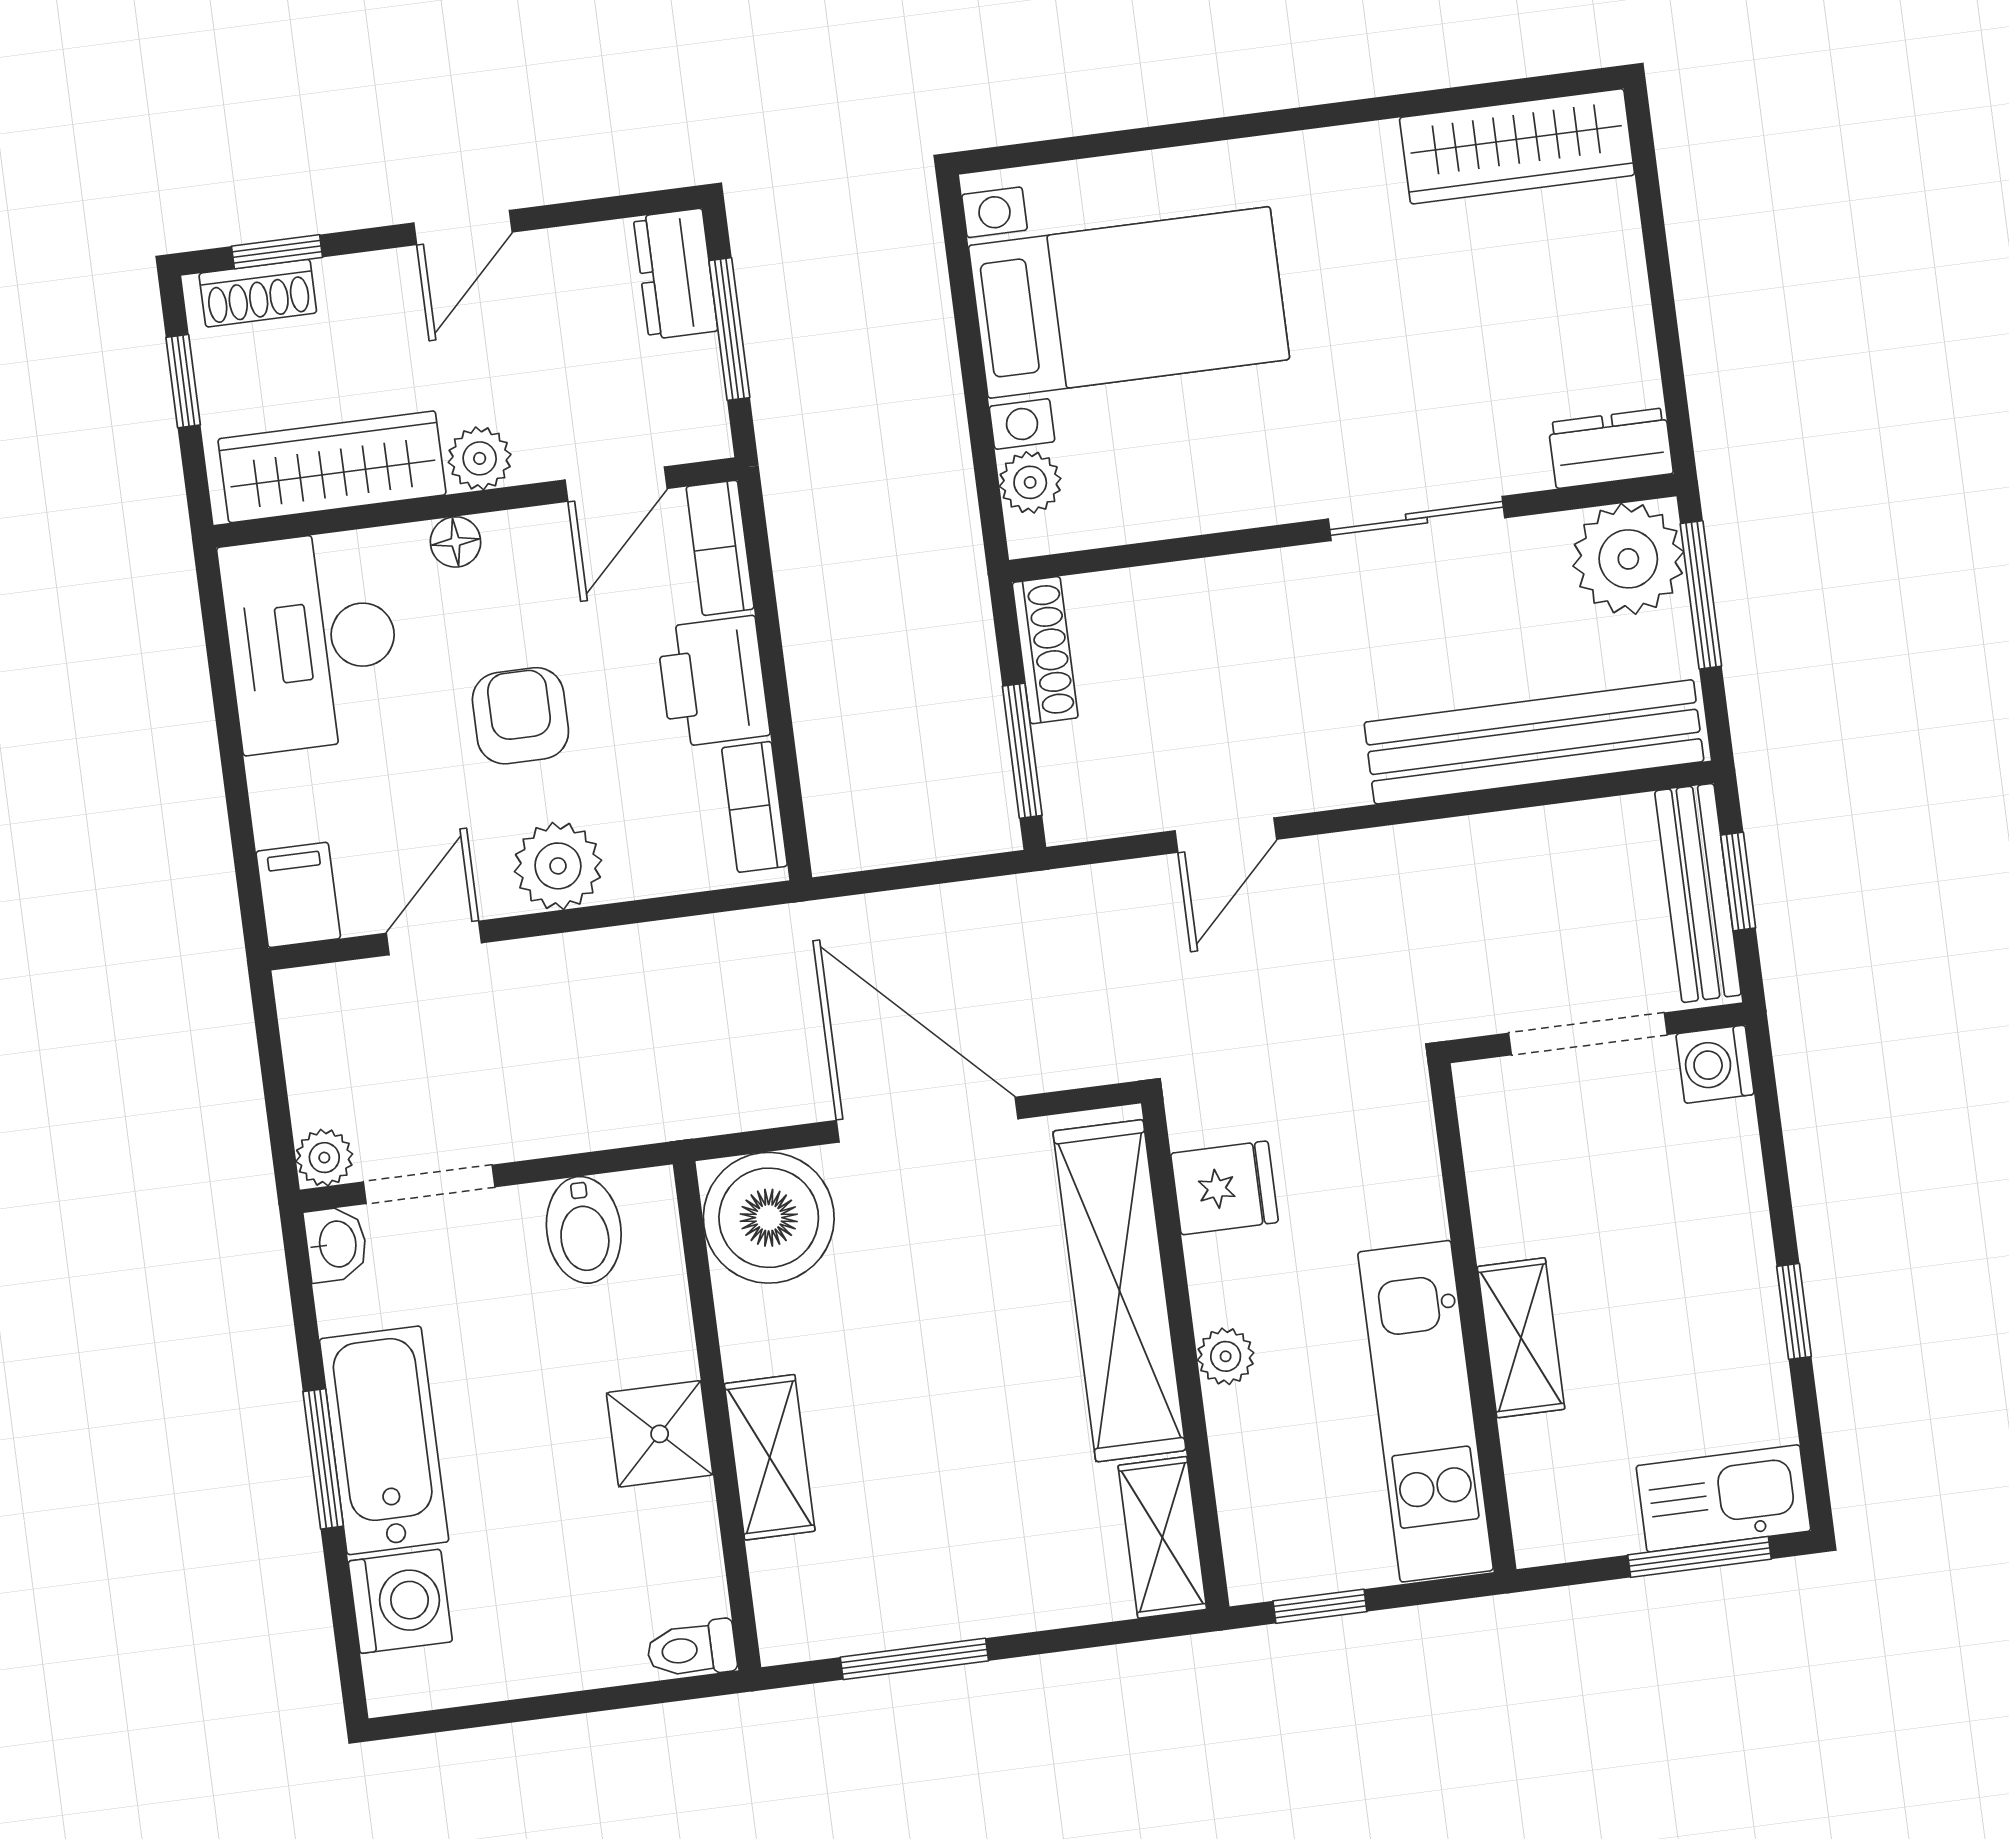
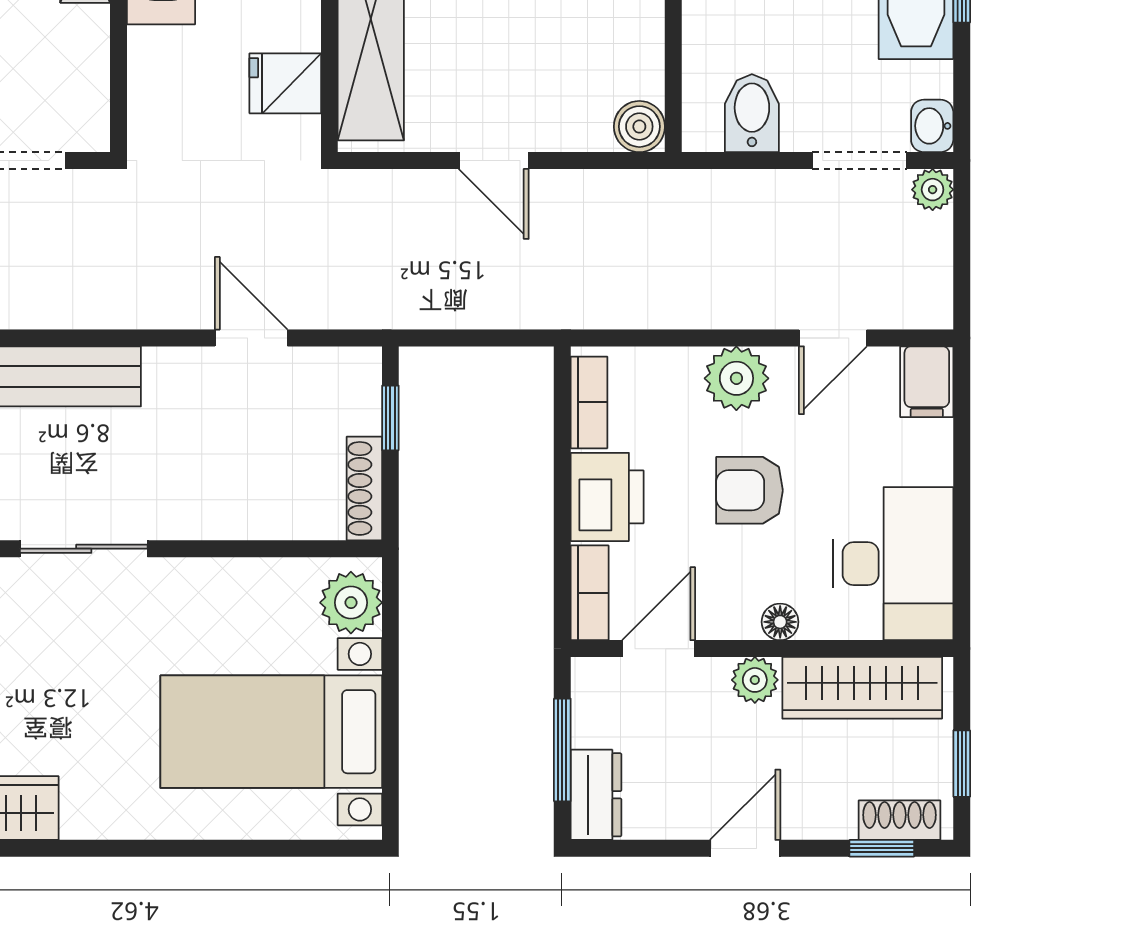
plant: (1030, 482) -> (351, 603), width x1.38, depth x1.38
armchair: (520, 716) -> (749, 490), turned 90
window: (1022, 751) -> (390, 418), width x0.67
door: (1226, 835) -> (251, 338), hinge flipped
door: (927, 1120) -> (494, 160), width x0.53
boiler: (769, 1218) -> (639, 127), width x0.54, depth x0.54

